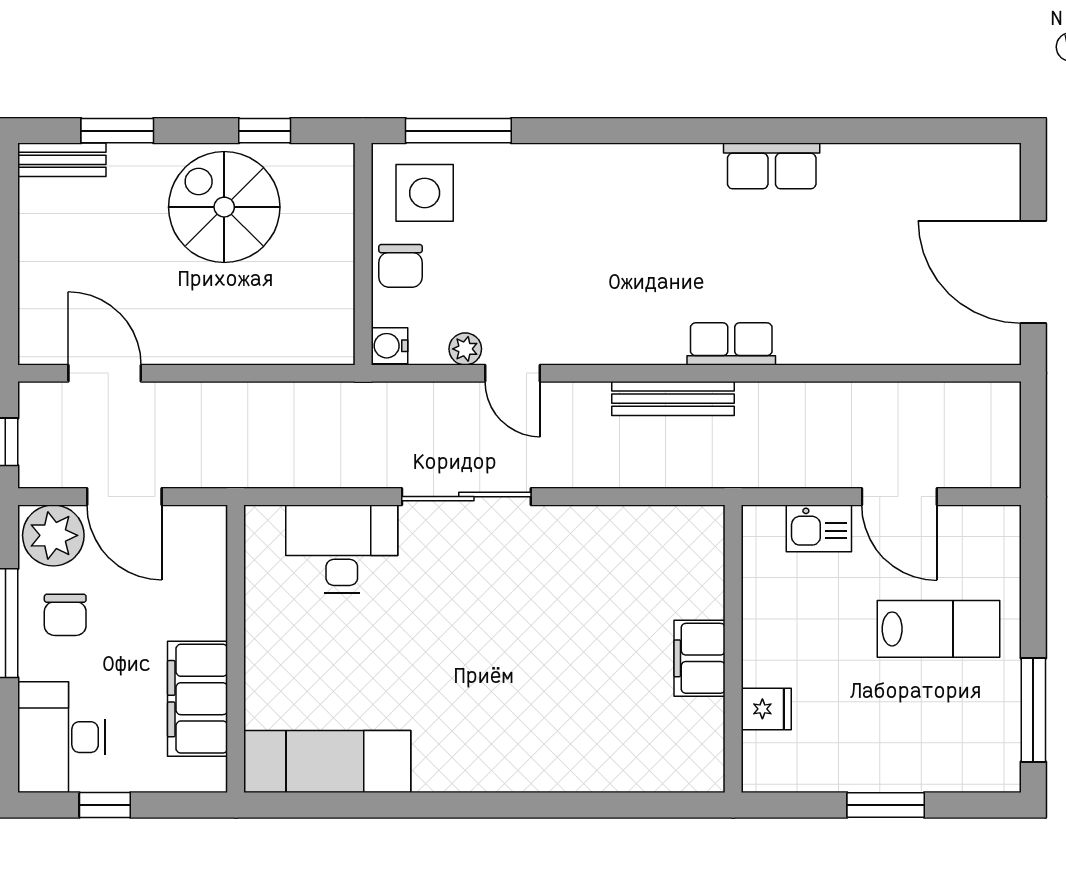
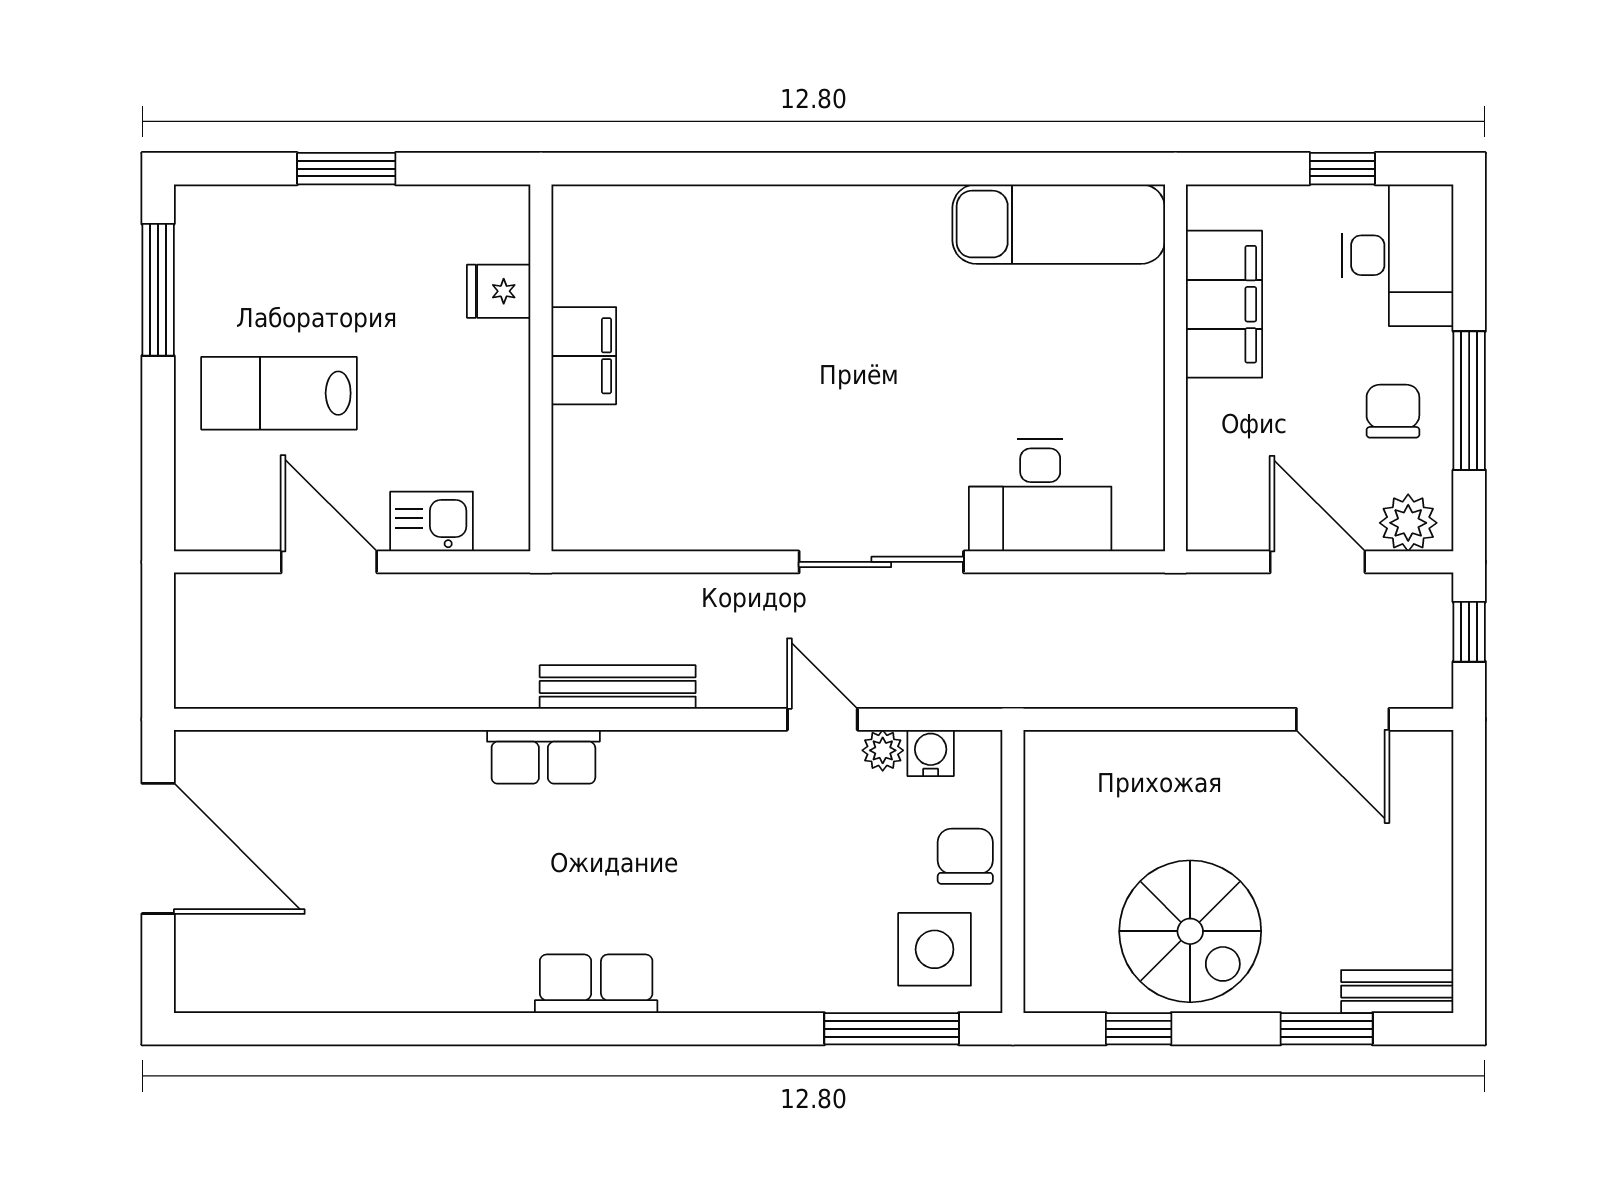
row of seats: (772, 166) -> (596, 984), moved
water cooler: (390, 346) -> (931, 753), moved, turned -90
plant: (53, 535) -> (1408, 523), width x0.73, depth x0.73

